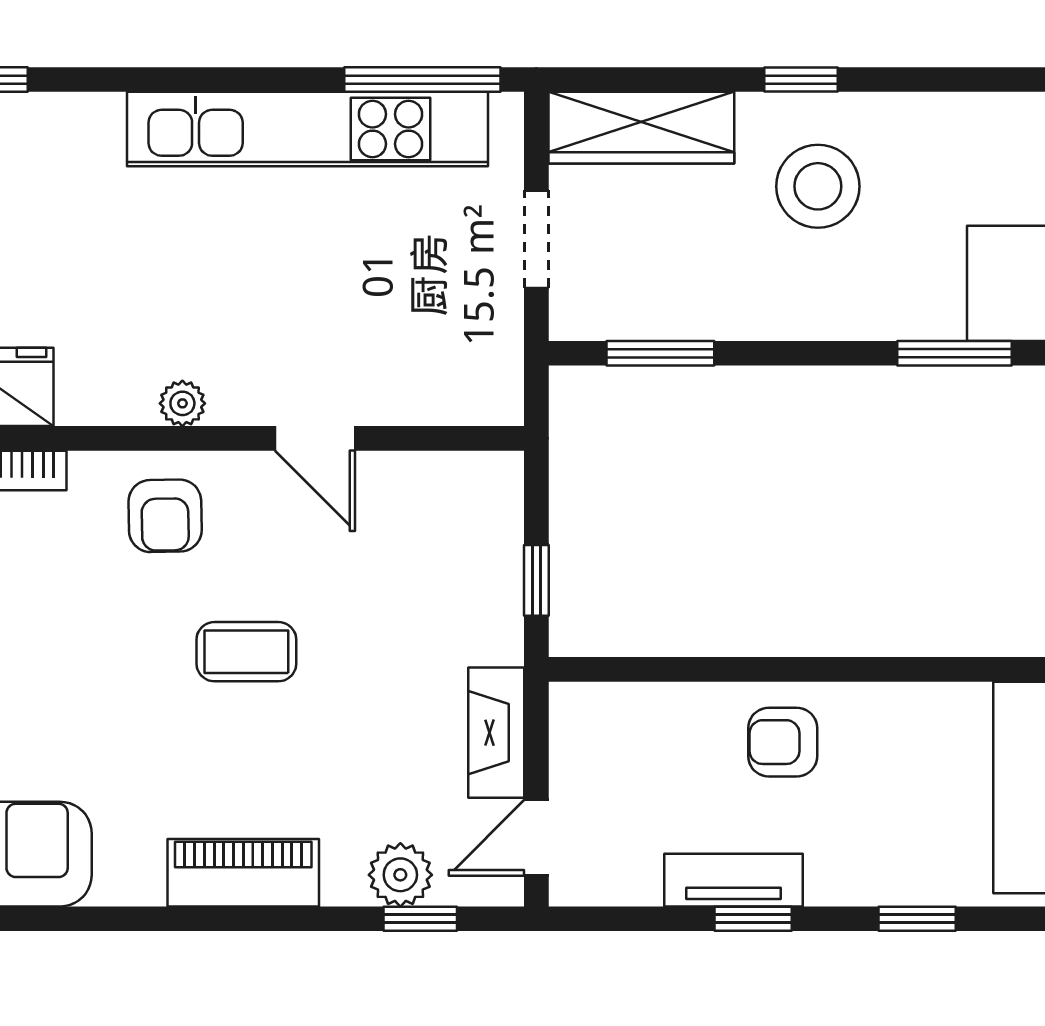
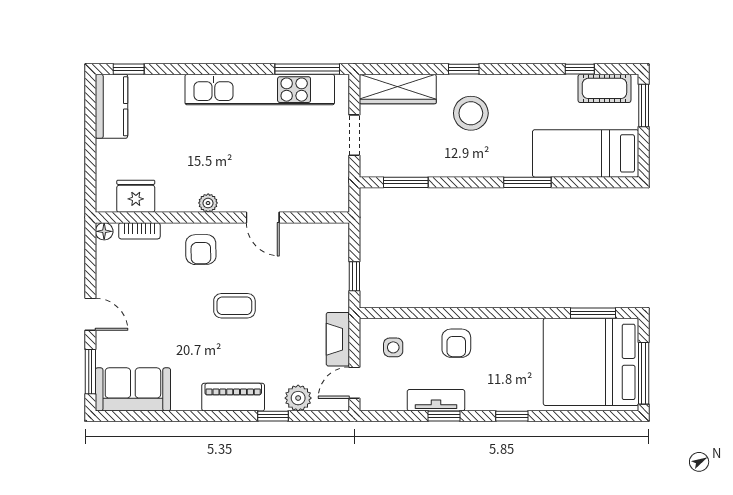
armchair: (783, 742) -> (456, 343), turned -90
side table: (630, 752) -> (393, 347), added
window: (420, 919) -> (273, 416), moved

